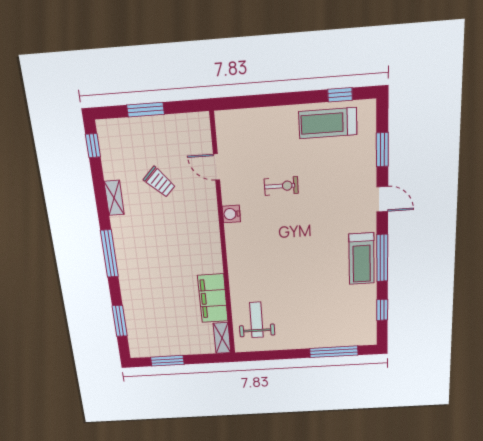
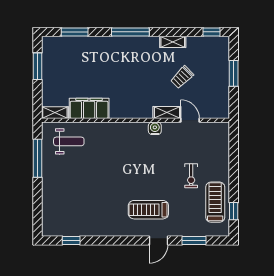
door: (216, 167) -> (190, 120), hinge flipped
exercise bike: (281, 186) -> (191, 176), moved
shelving: (209, 199) -> (167, 112), added
window: (382, 258) -> (113, 241), removed
treadmill: (362, 259) -> (148, 210), moved
window: (334, 352) -> (37, 158), moved

